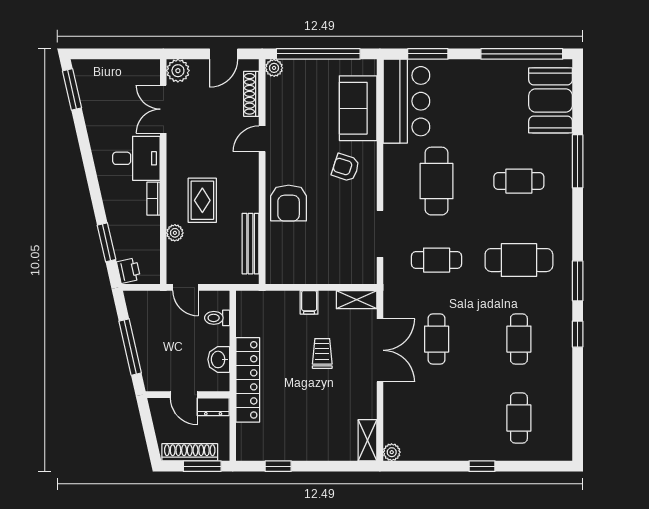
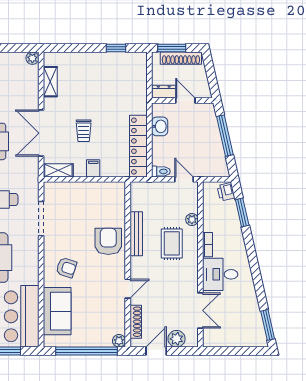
plant: (178, 71) -> (177, 339), moved
bench: (251, 244) -> (136, 234), moved
toilet: (217, 318) -> (161, 171), moved
locker: (248, 380) -> (138, 146), moved
shelving: (367, 440) -> (50, 82), moved

